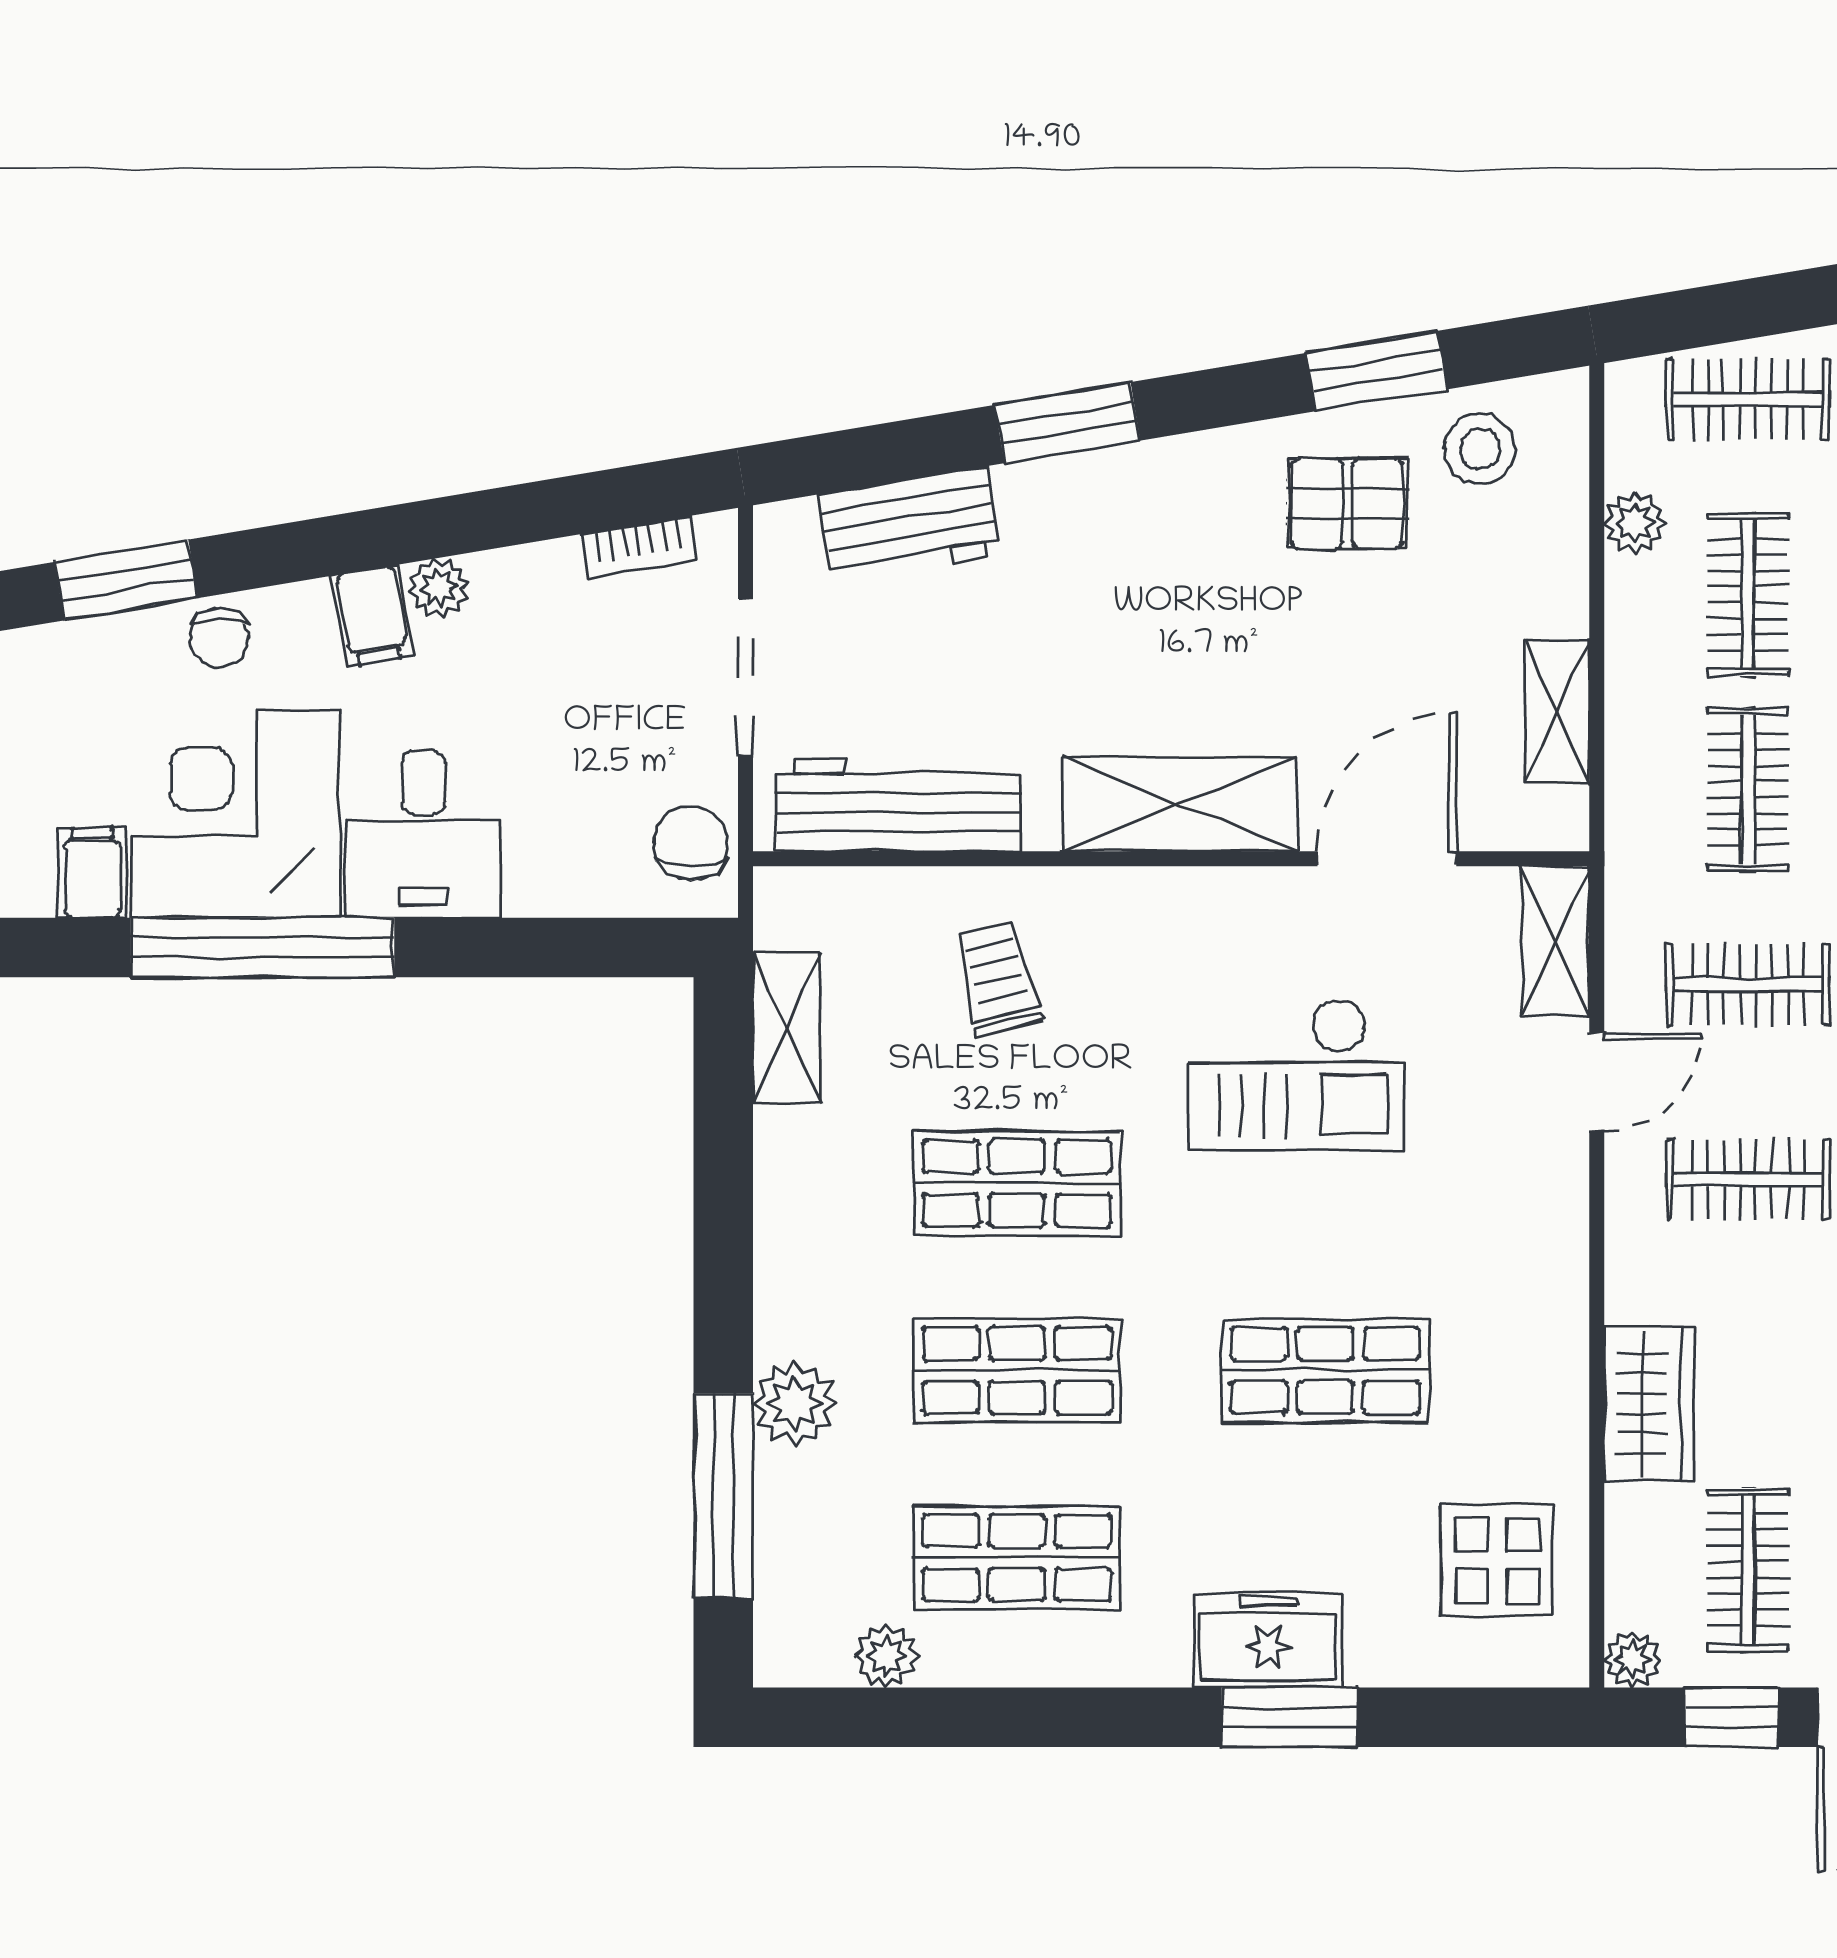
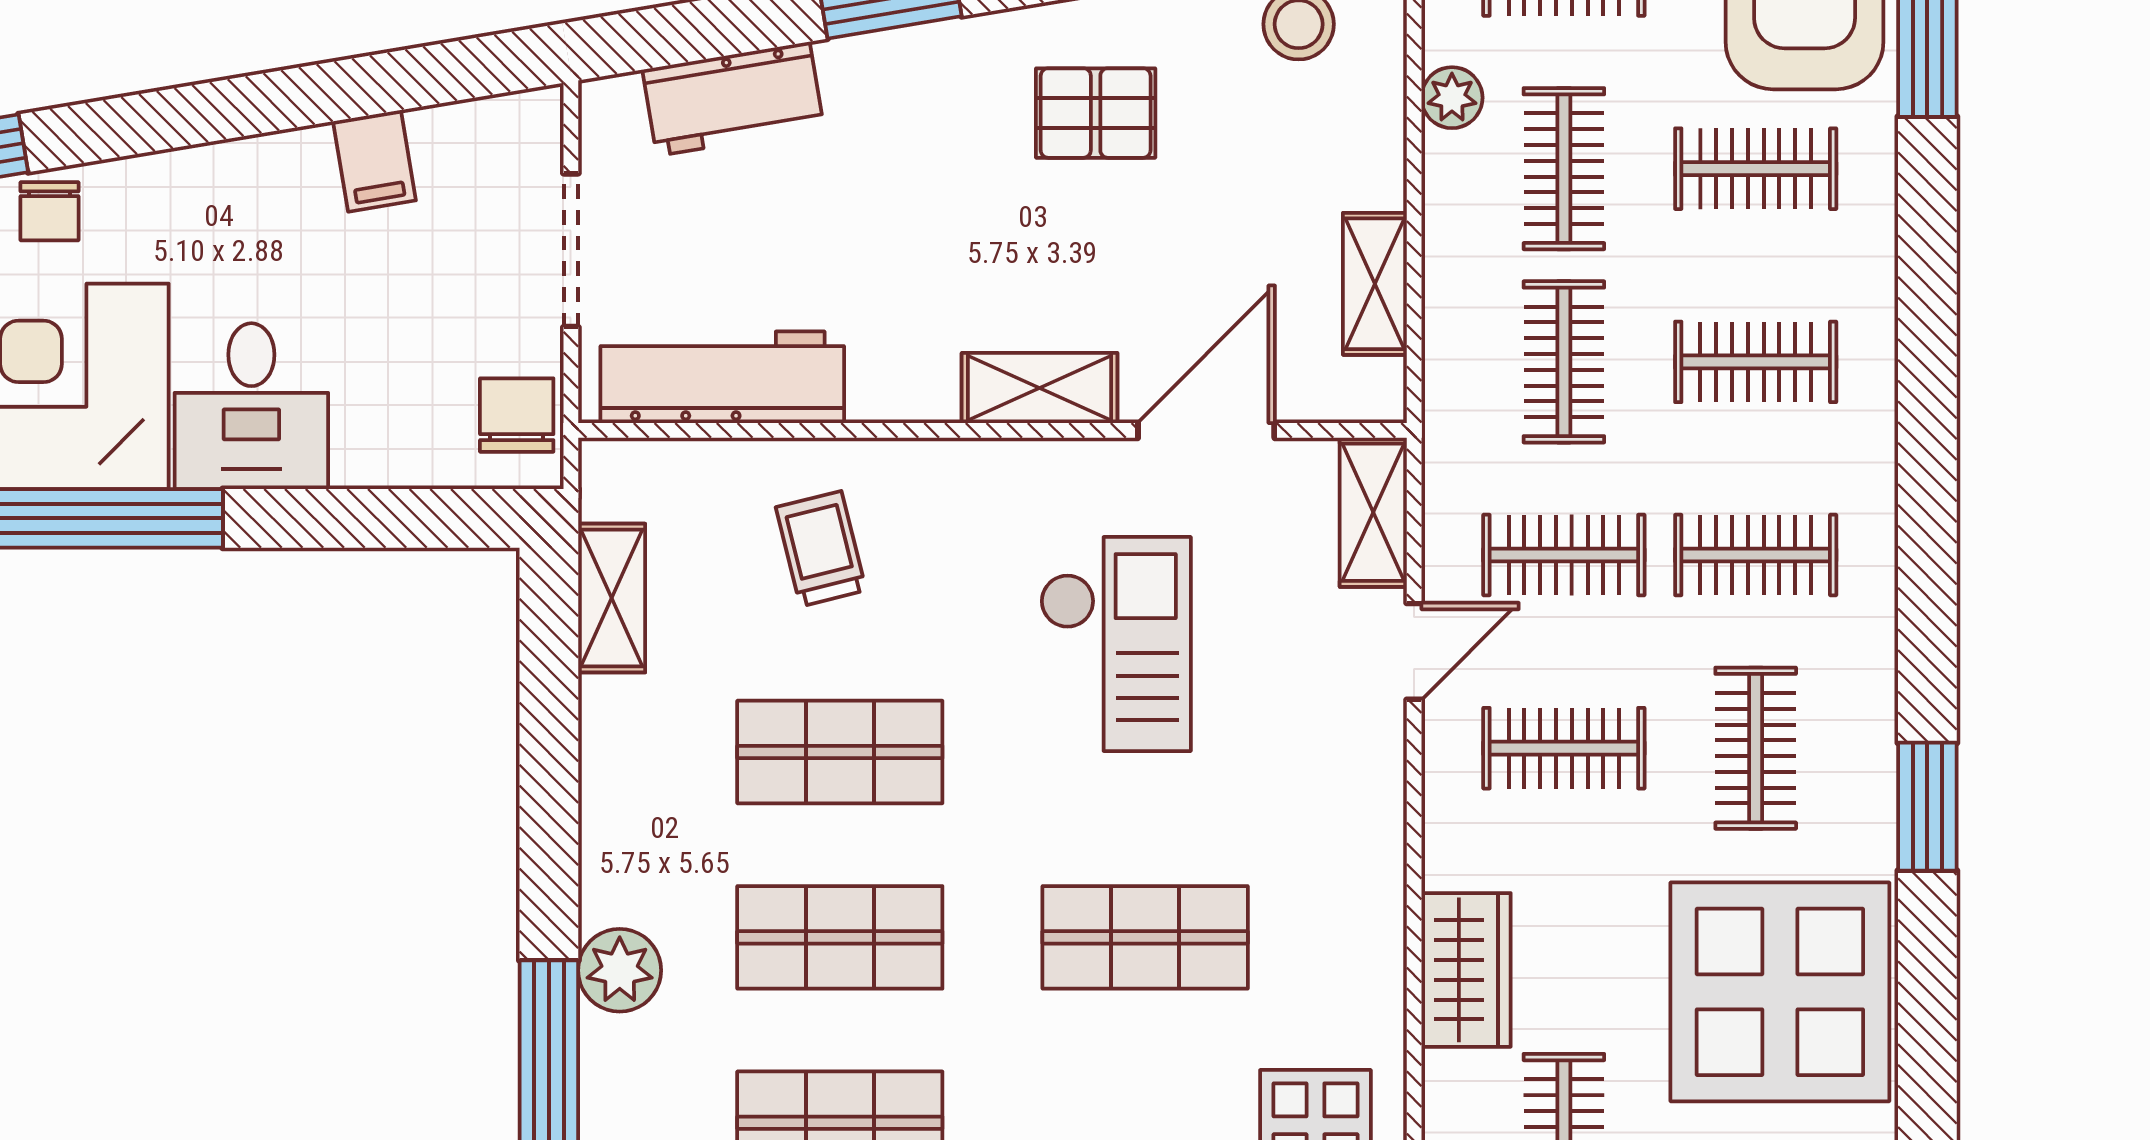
pallet: (1347, 503) -> (1096, 113), moved
bookcase: (639, 547) -> (465, 122), removed
plant: (439, 588) -> (267, 162), removed
filing cabinet: (372, 616) -> (374, 161), moved
shelving: (1179, 804) -> (1040, 388), width x0.67, depth x0.75
checkout: (1295, 1074) -> (1116, 644), turned -90

